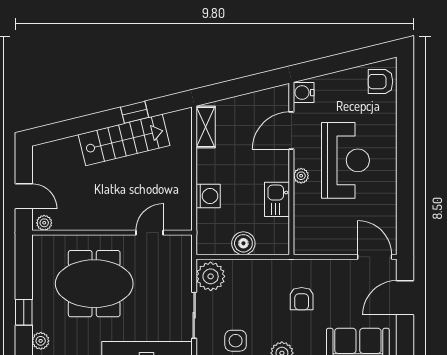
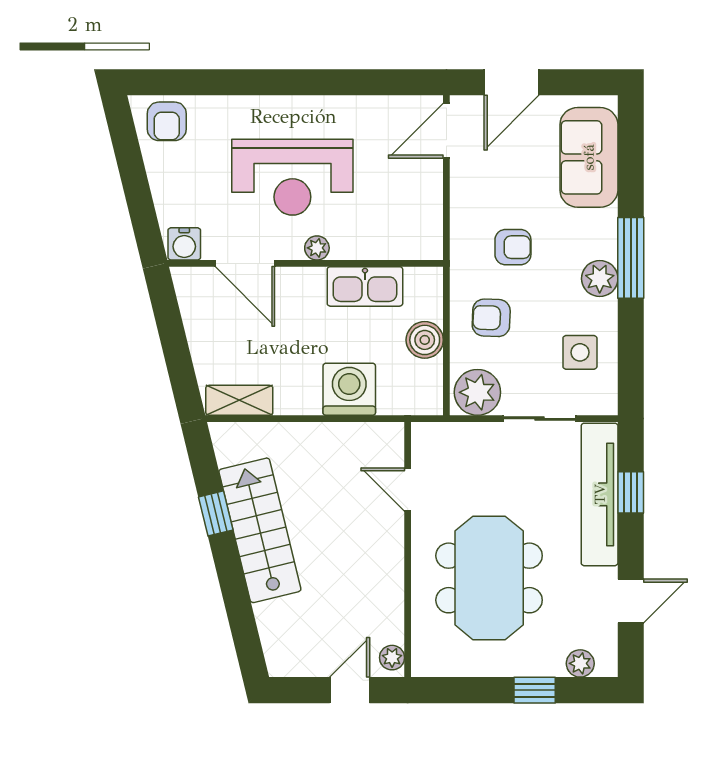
reception desk: (345, 160) -> (292, 177), turned 180
washing machine: (208, 196) -> (349, 389), width x1.37, depth x1.37
kitchen sink: (277, 199) -> (365, 286), width x1.38
armchair: (257, 285) -> (491, 318), added
door: (405, 298) -> (512, 82), hinge flipped

